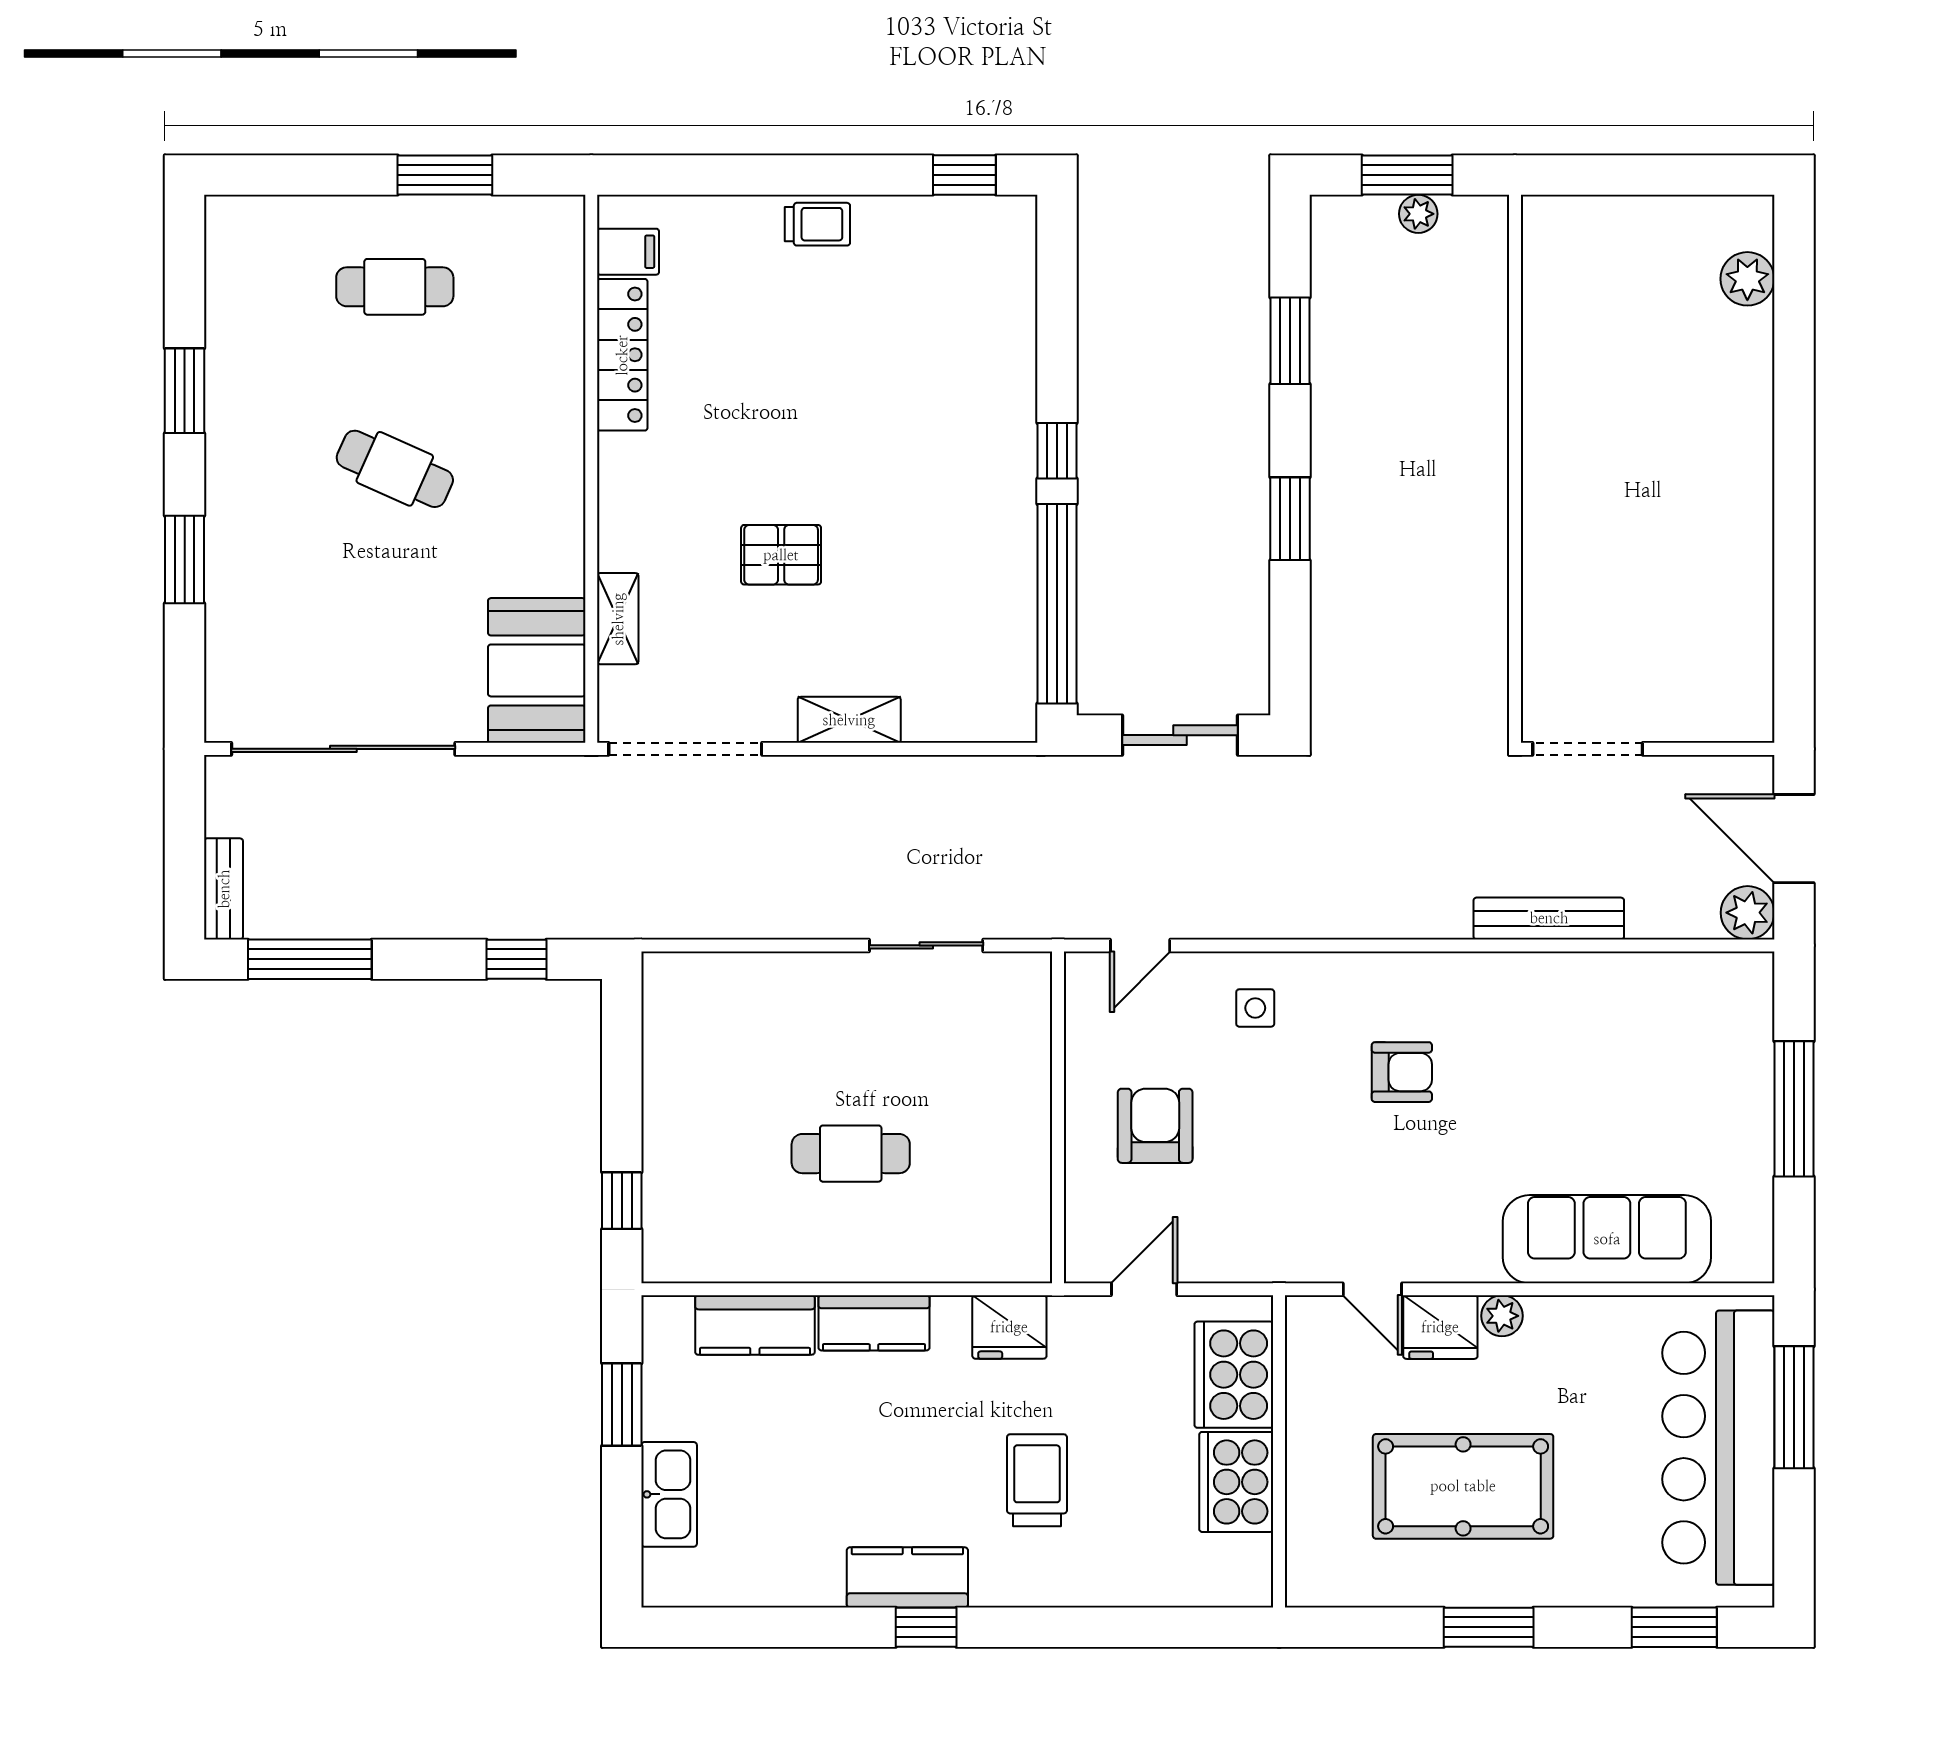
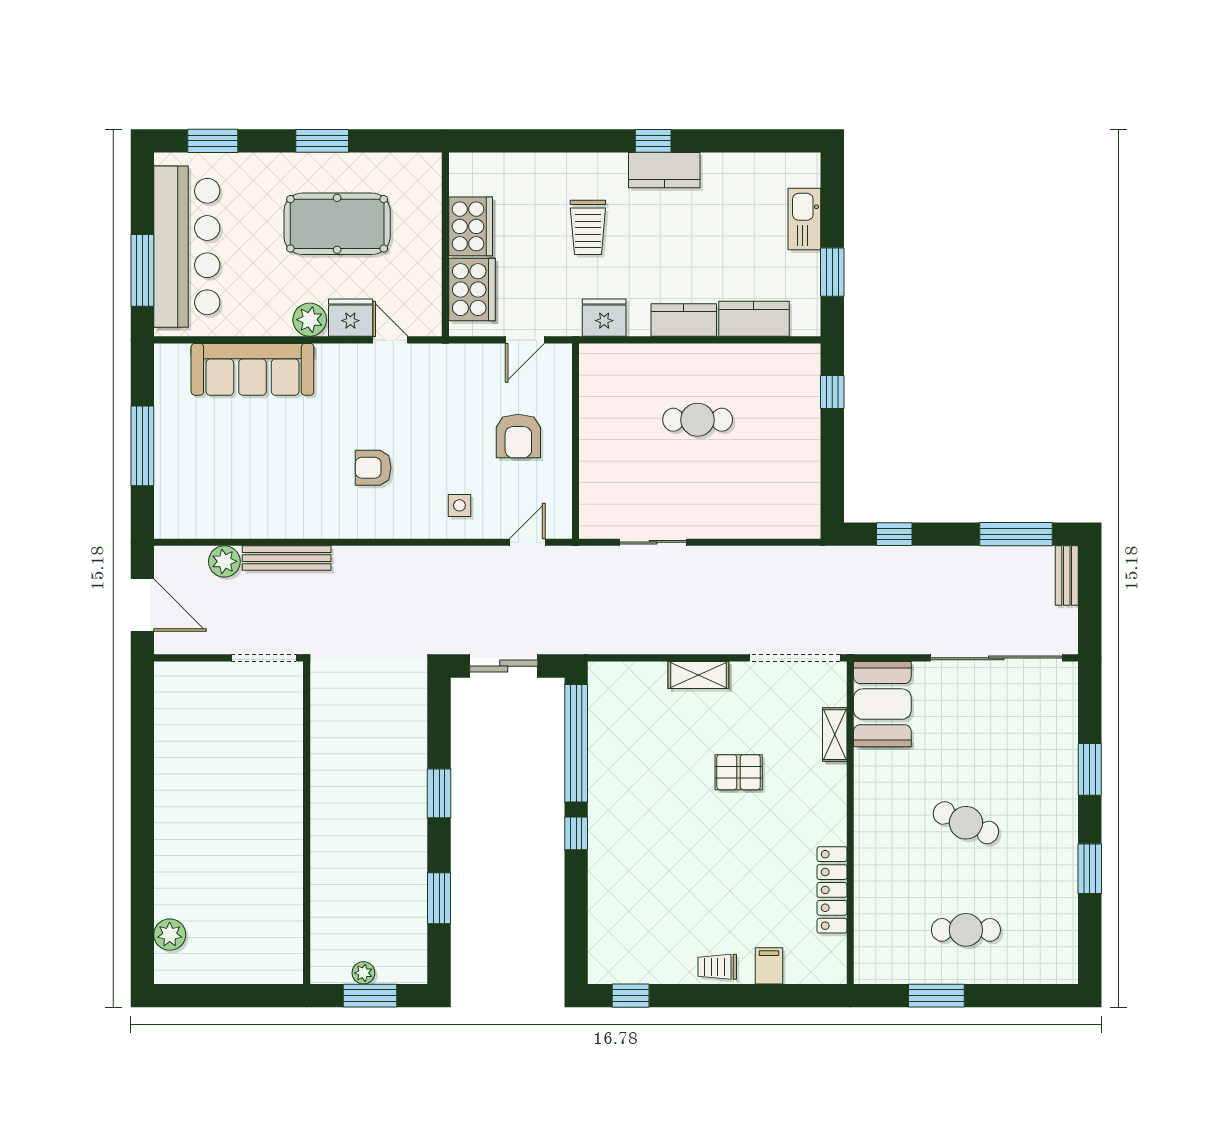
filing cabinet: (628, 252) -> (769, 966), moved, turned 90
plant: (1748, 913) -> (224, 561), moved
plant: (1502, 1316) -> (310, 320), width x1.38, depth x1.38

